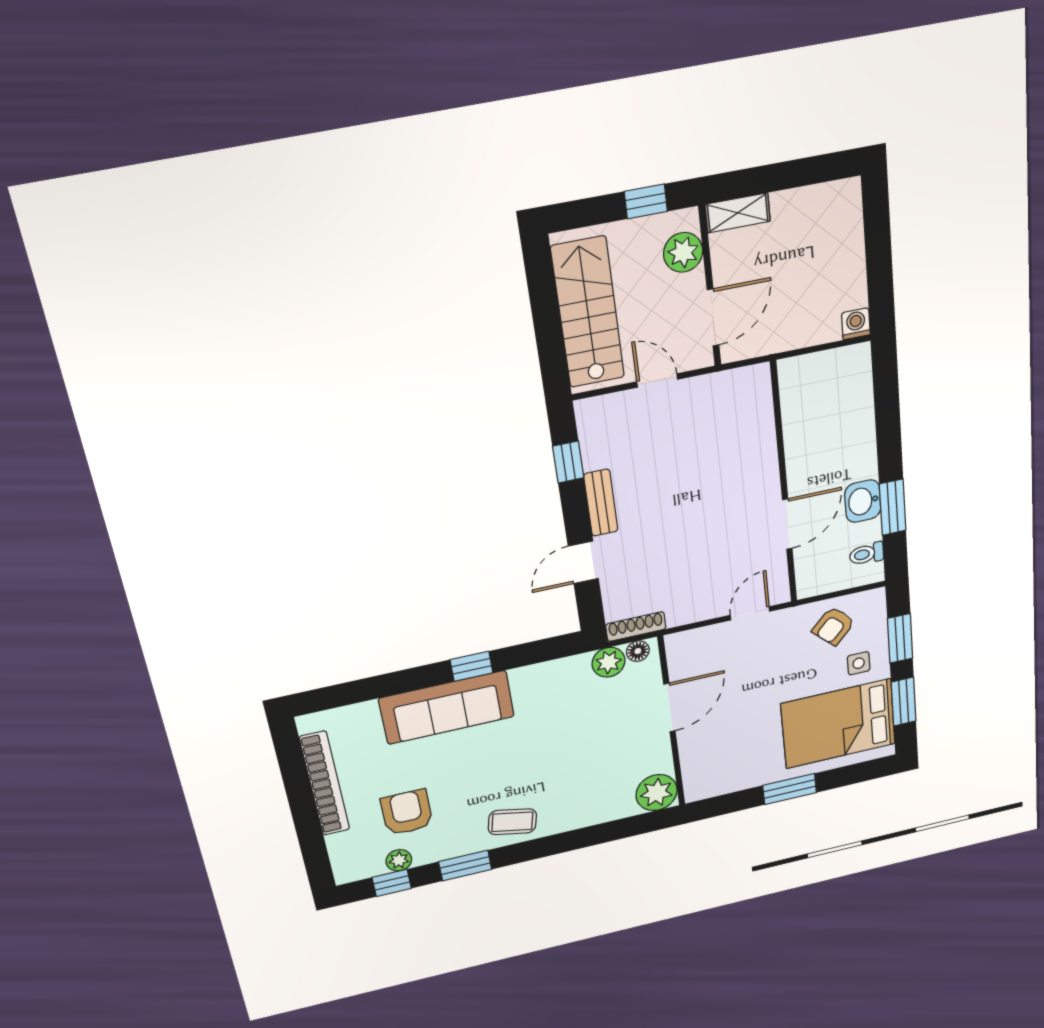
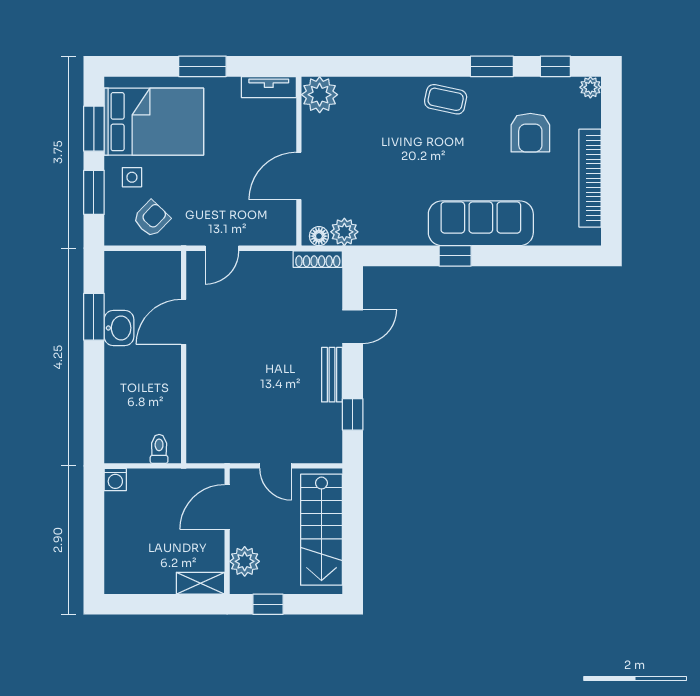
toilet: (867, 554) -> (159, 449), moved, turned -90
tv unit: (714, 787) -> (269, 87), added
plant: (399, 860) -> (590, 87), moved

